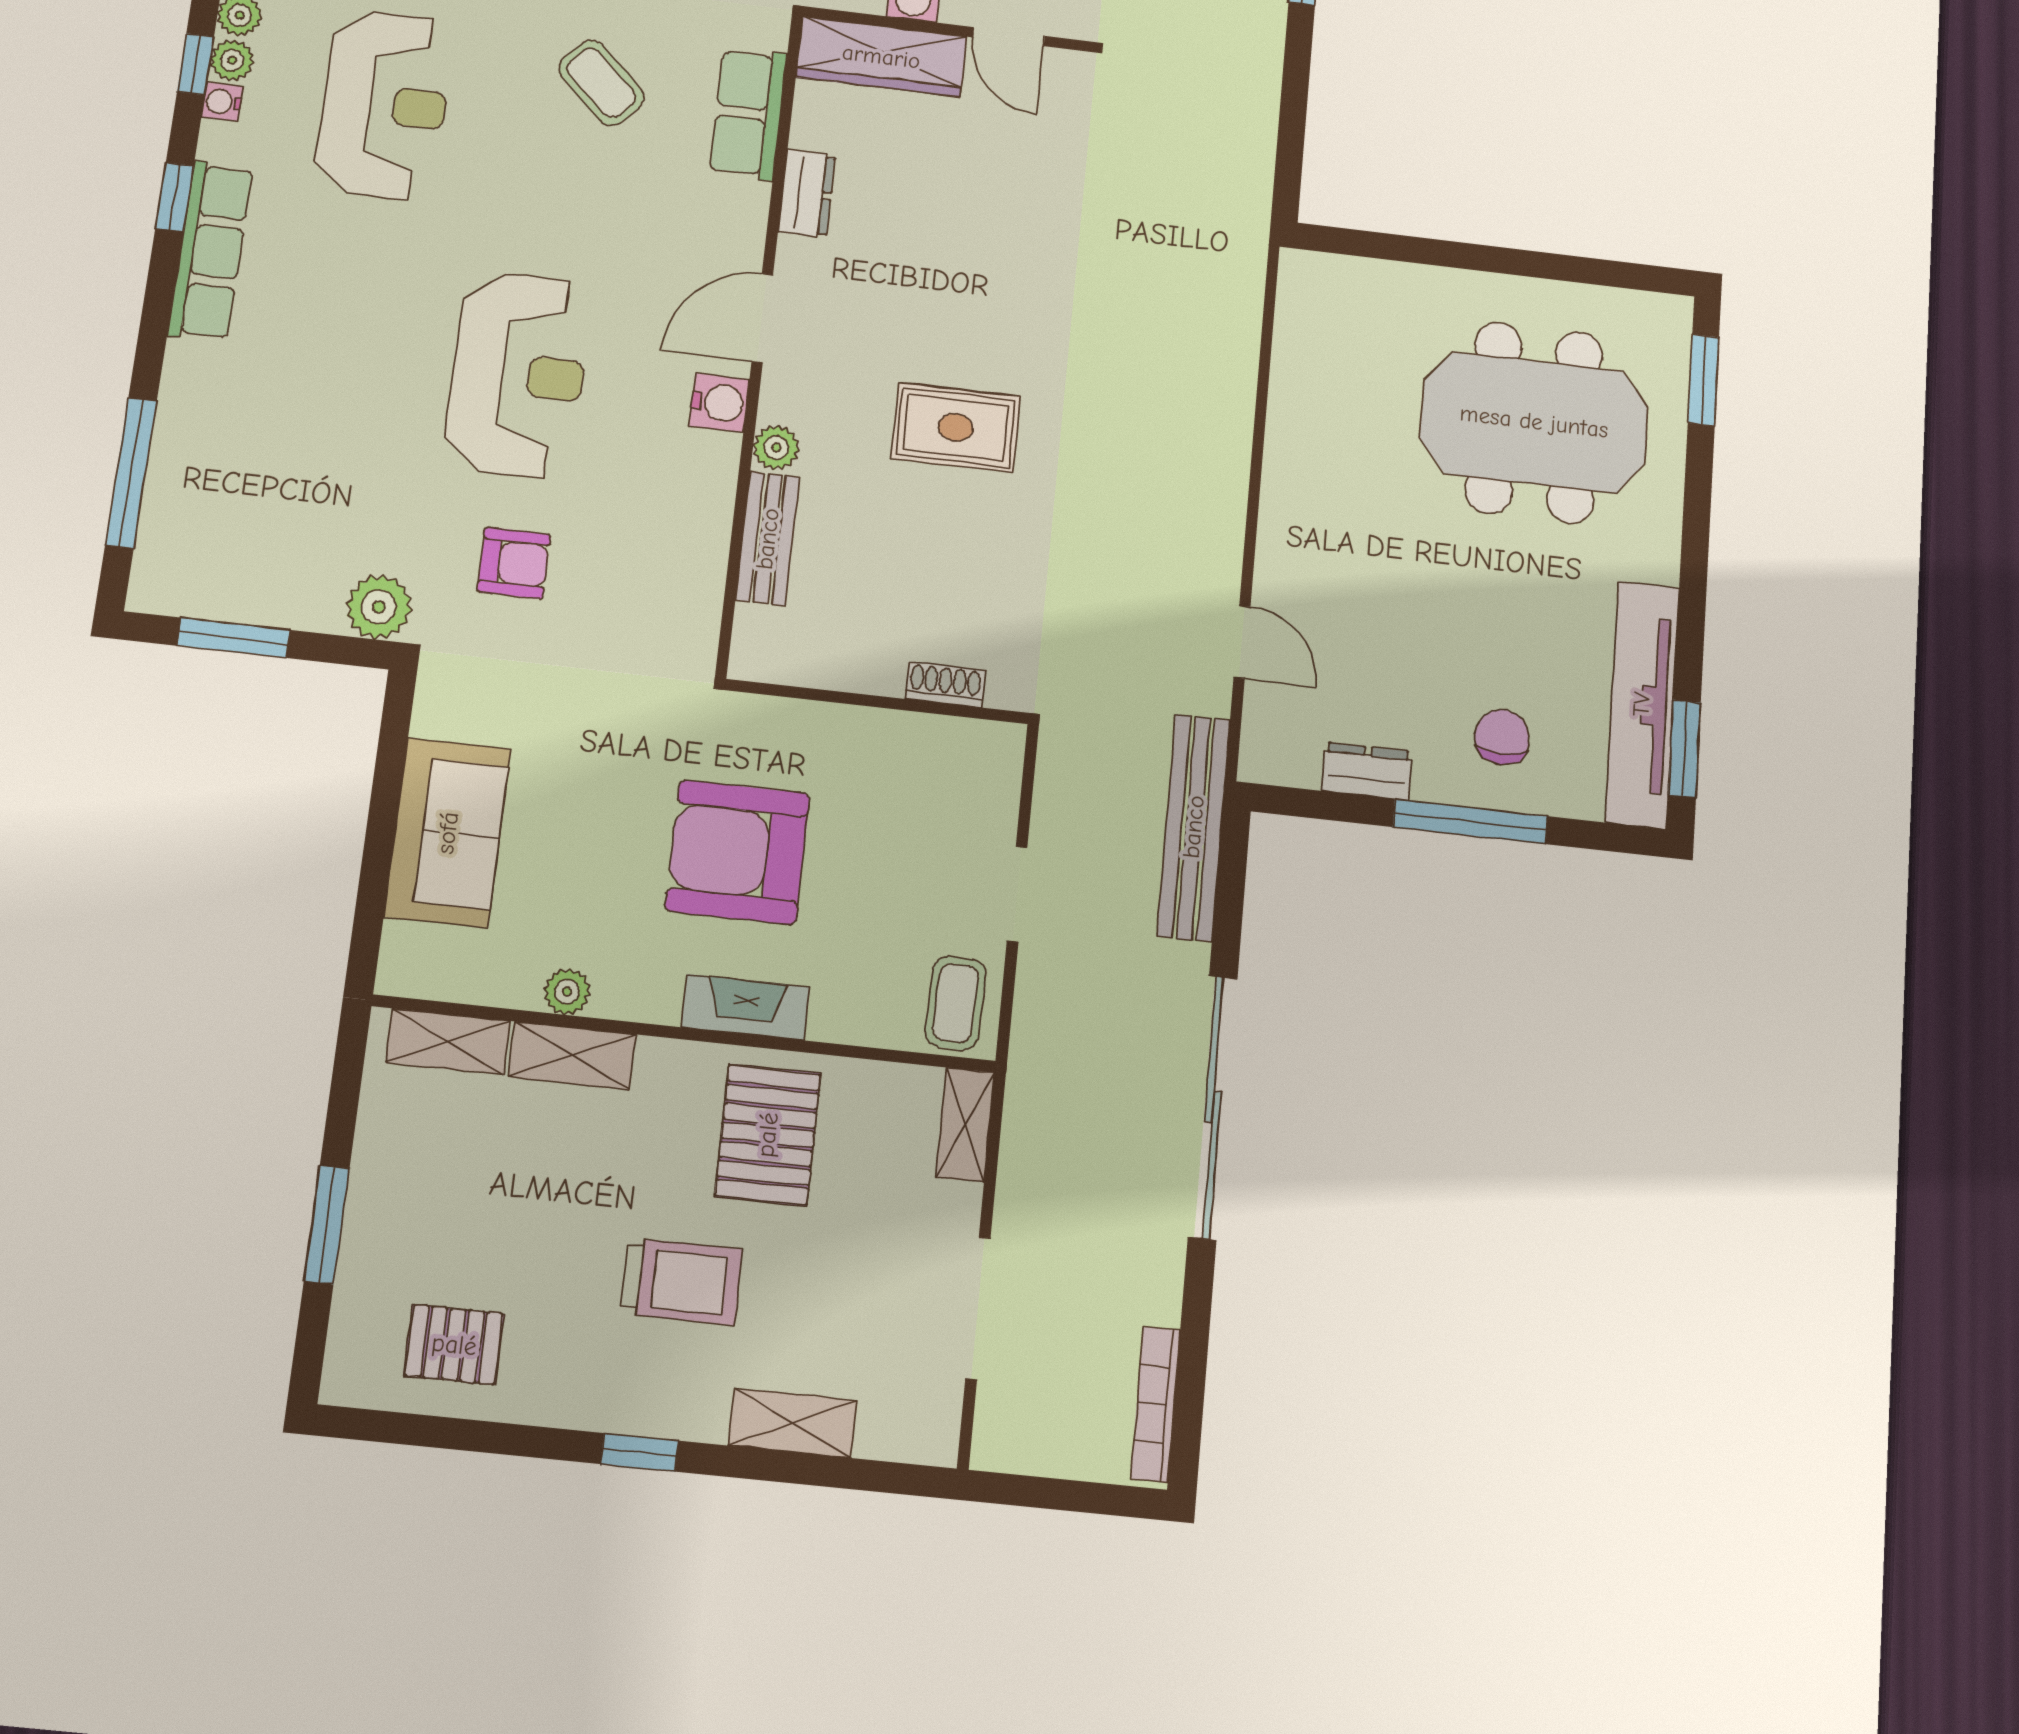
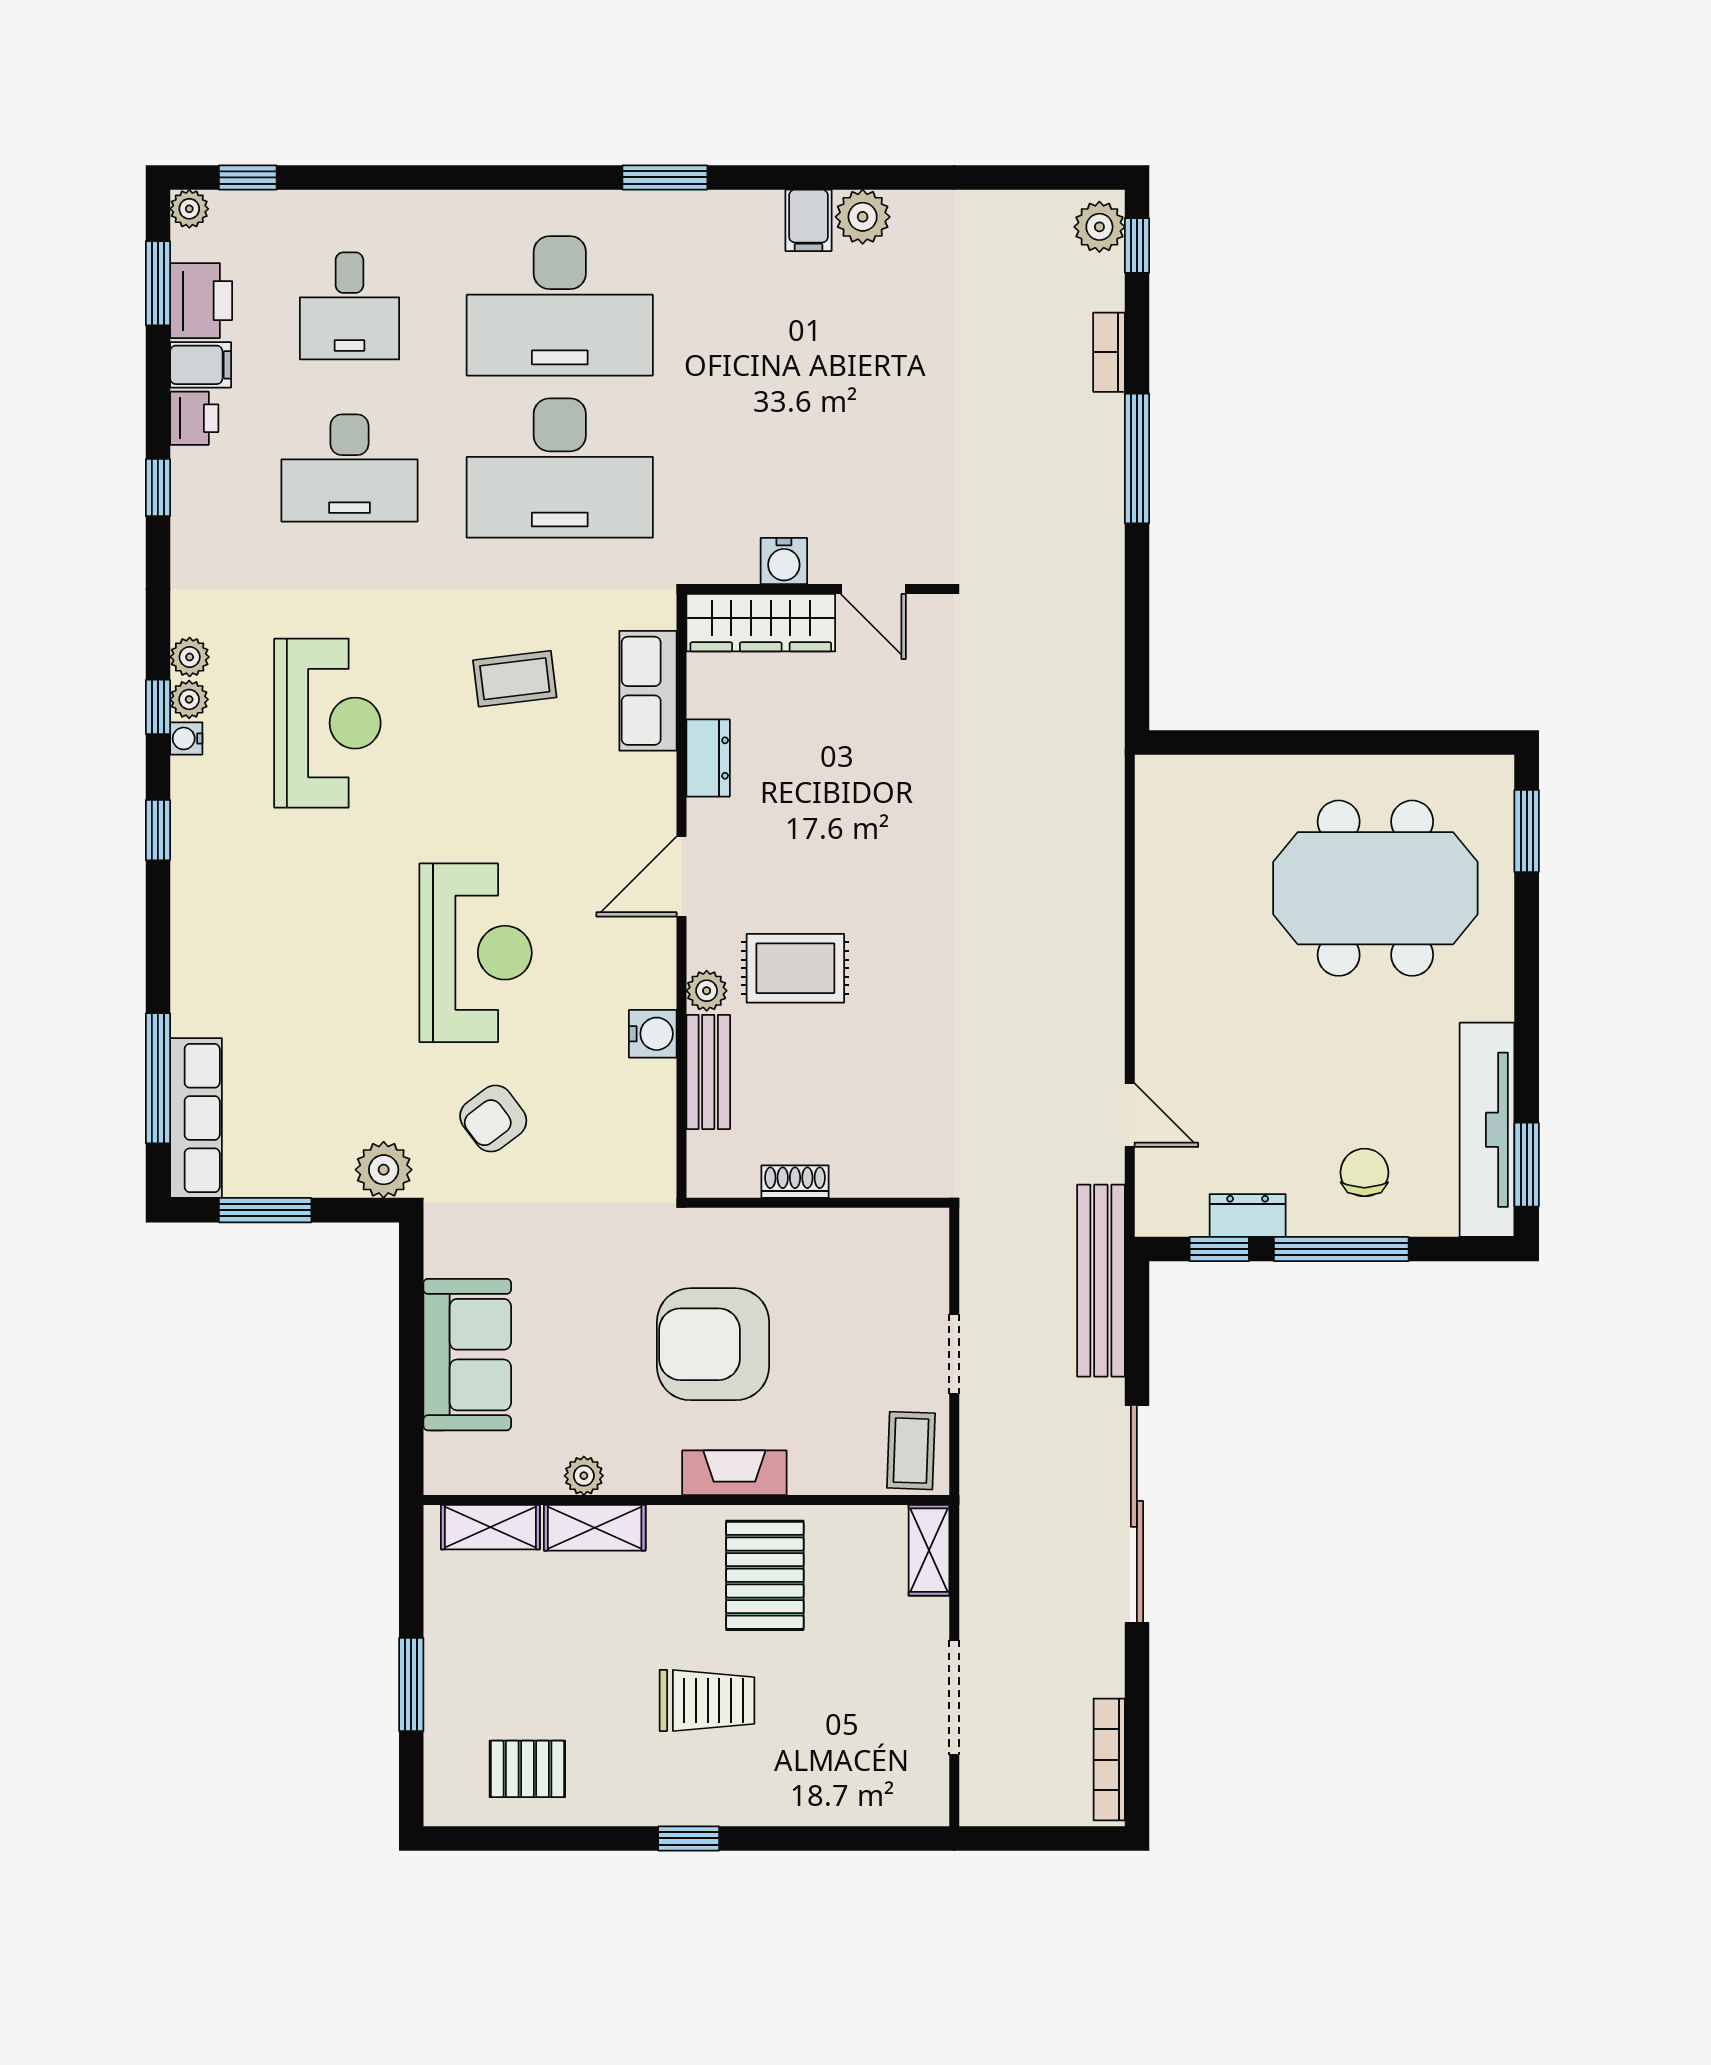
coffee table: (601, 83) -> (515, 679), turned -50
row of seats: (210, 251) -> (196, 1118), moved
water cooler: (719, 403) -> (653, 1034), moved
rug: (956, 427) -> (795, 968), moved
armchair: (514, 563) -> (493, 1118), turned 143
shoe rack: (945, 685) -> (795, 1182), moved
window: (1332, 806) -> (1219, 1249), added
shelving: (792, 1423) -> (811, 1803), removed

